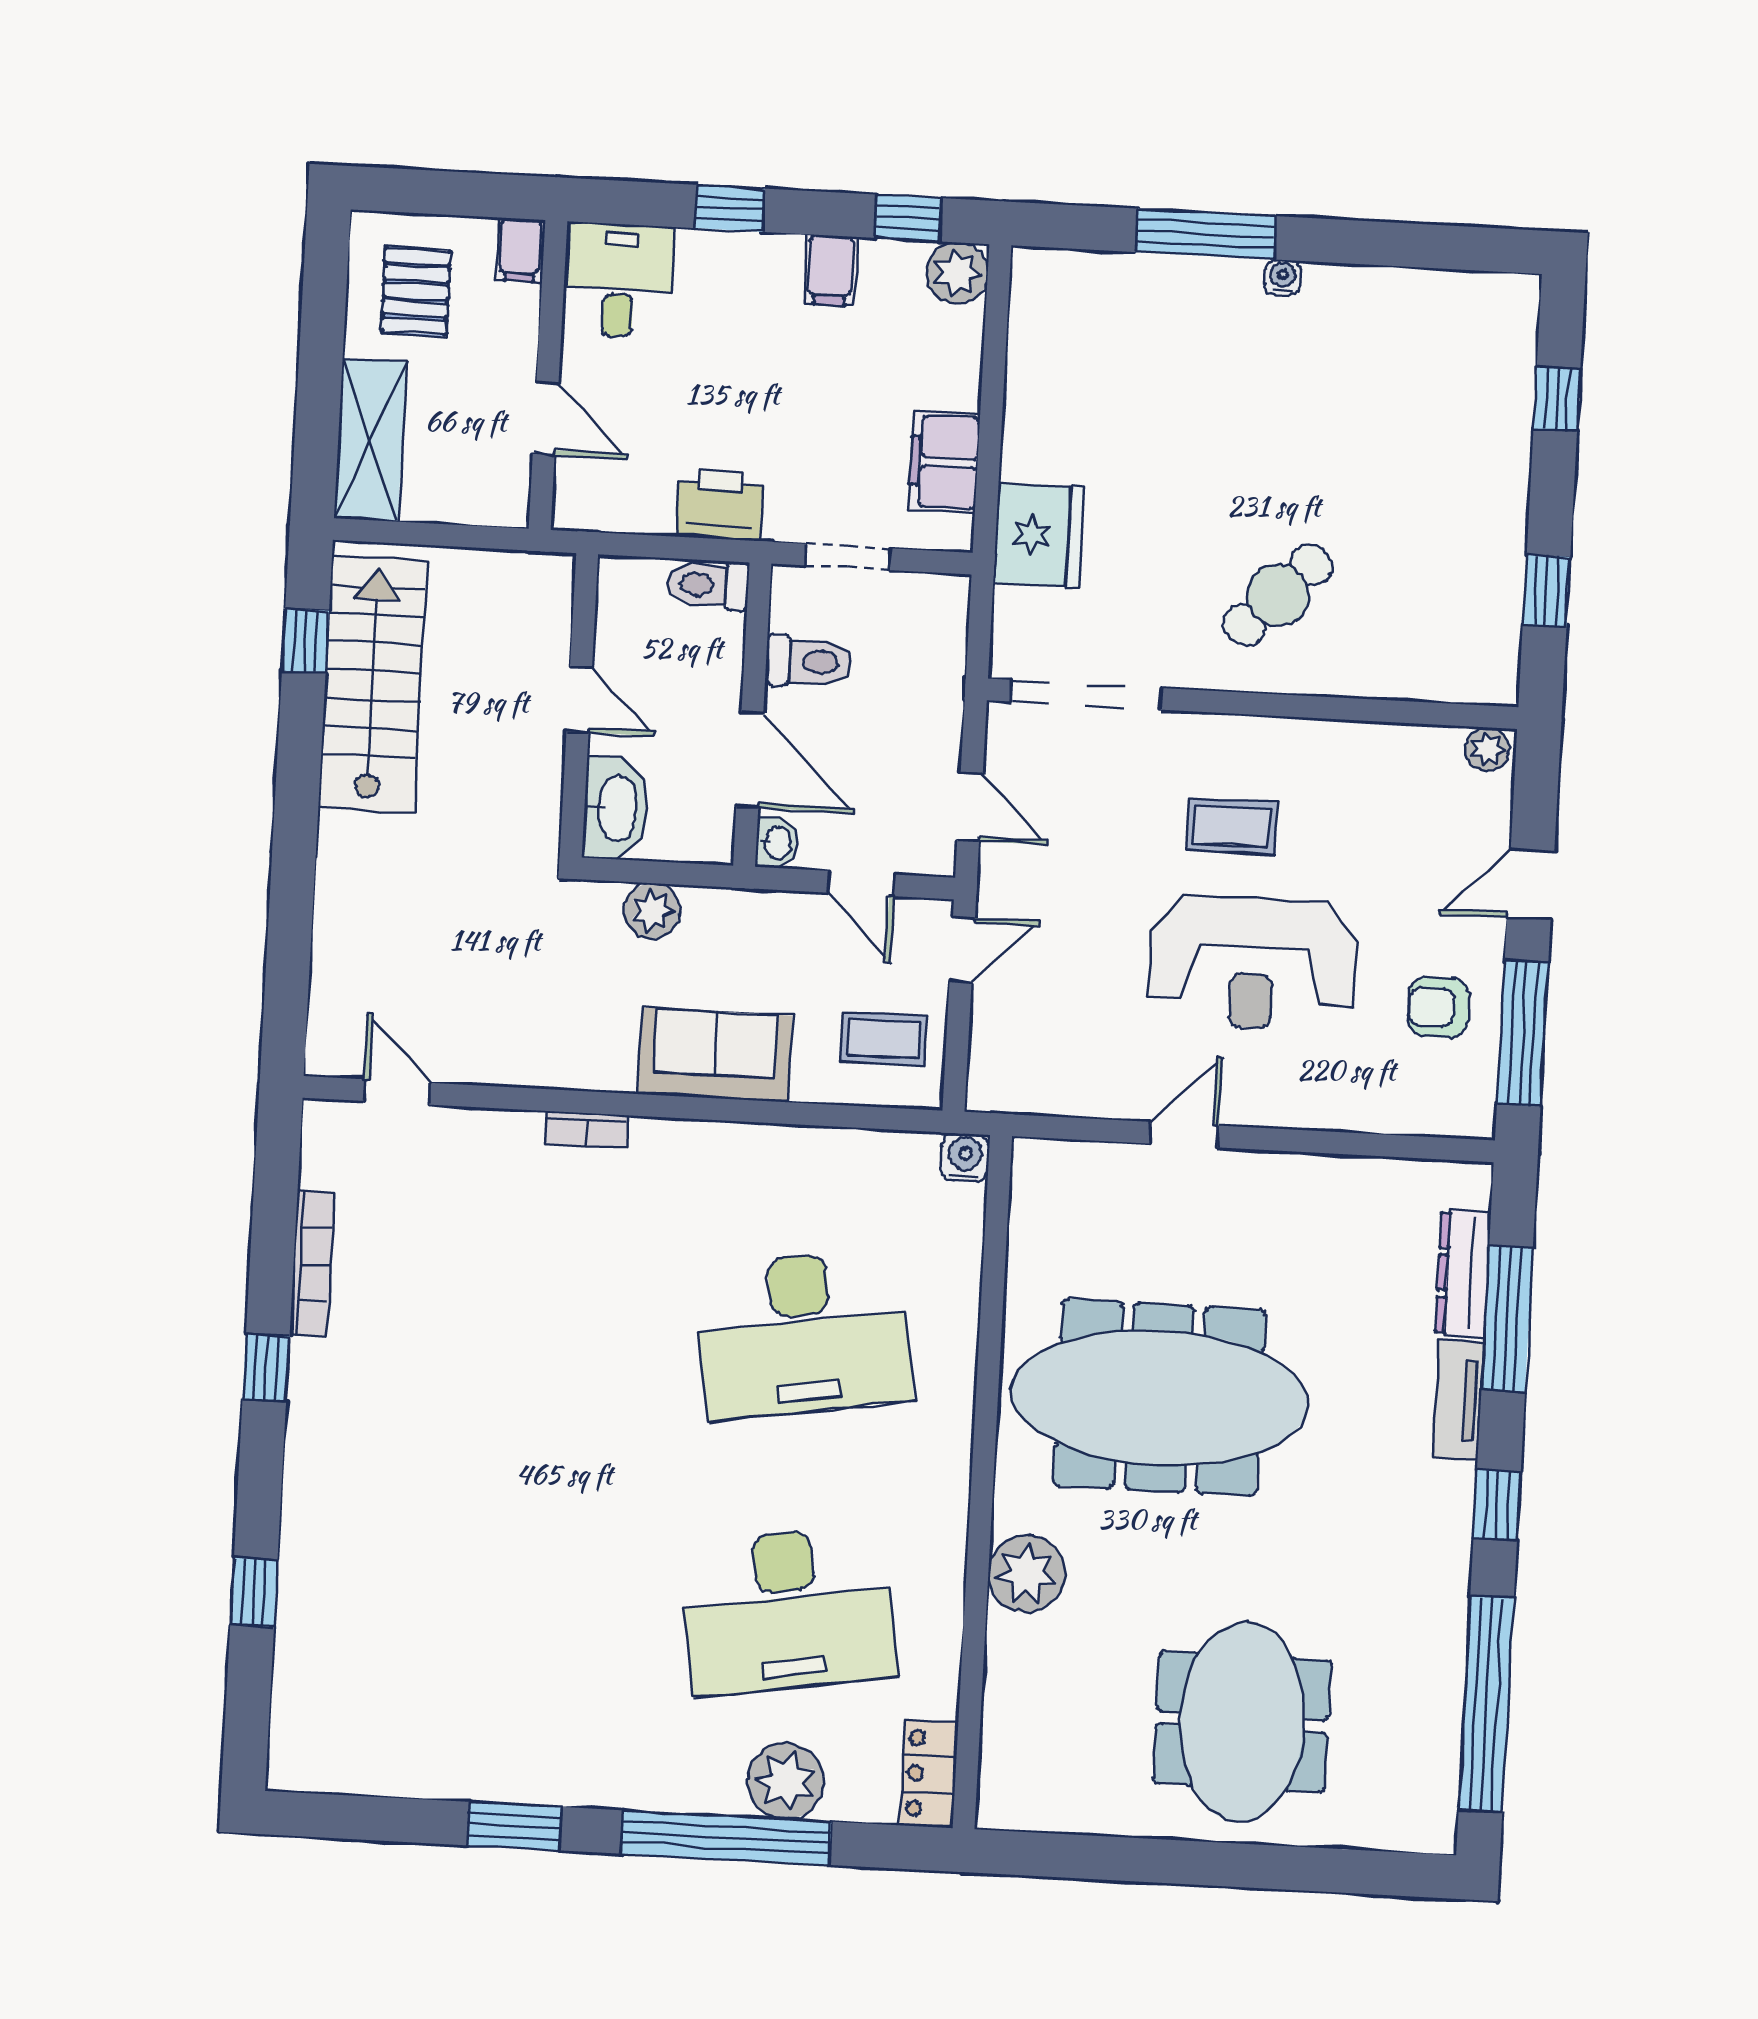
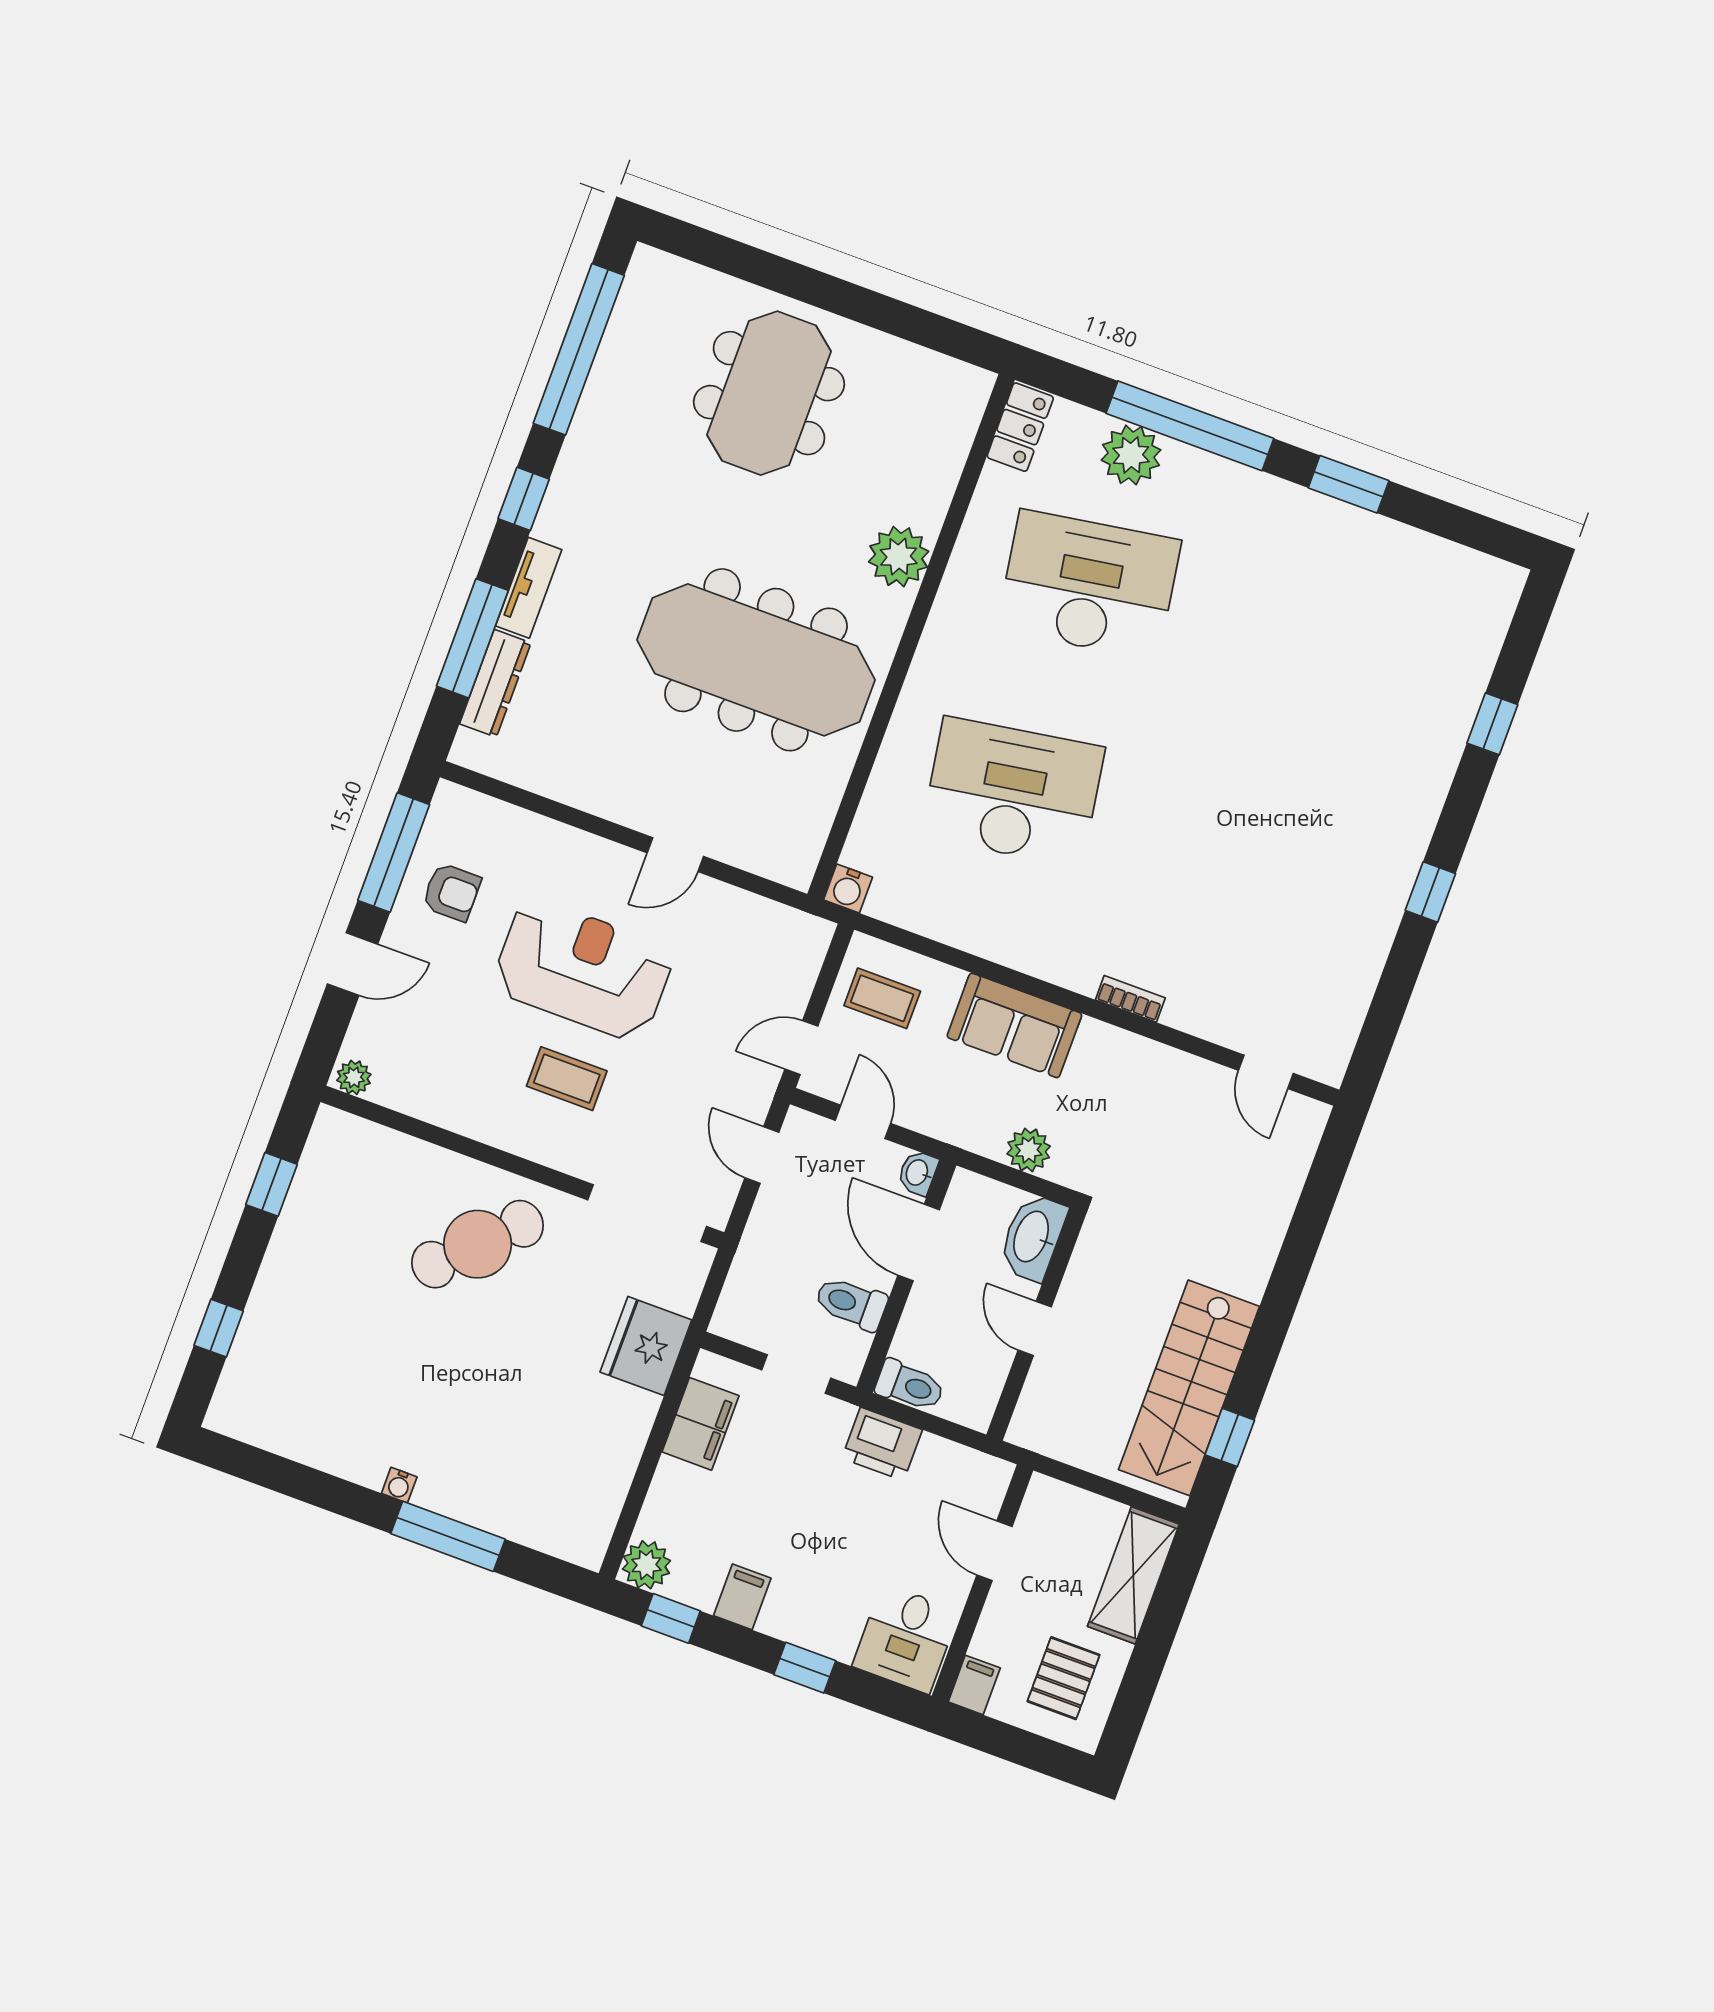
cafe table: (1278, 595) -> (478, 1244), width x1.37, depth x1.35
bookcase: (312, 1264) -> (1371, 961), removed

